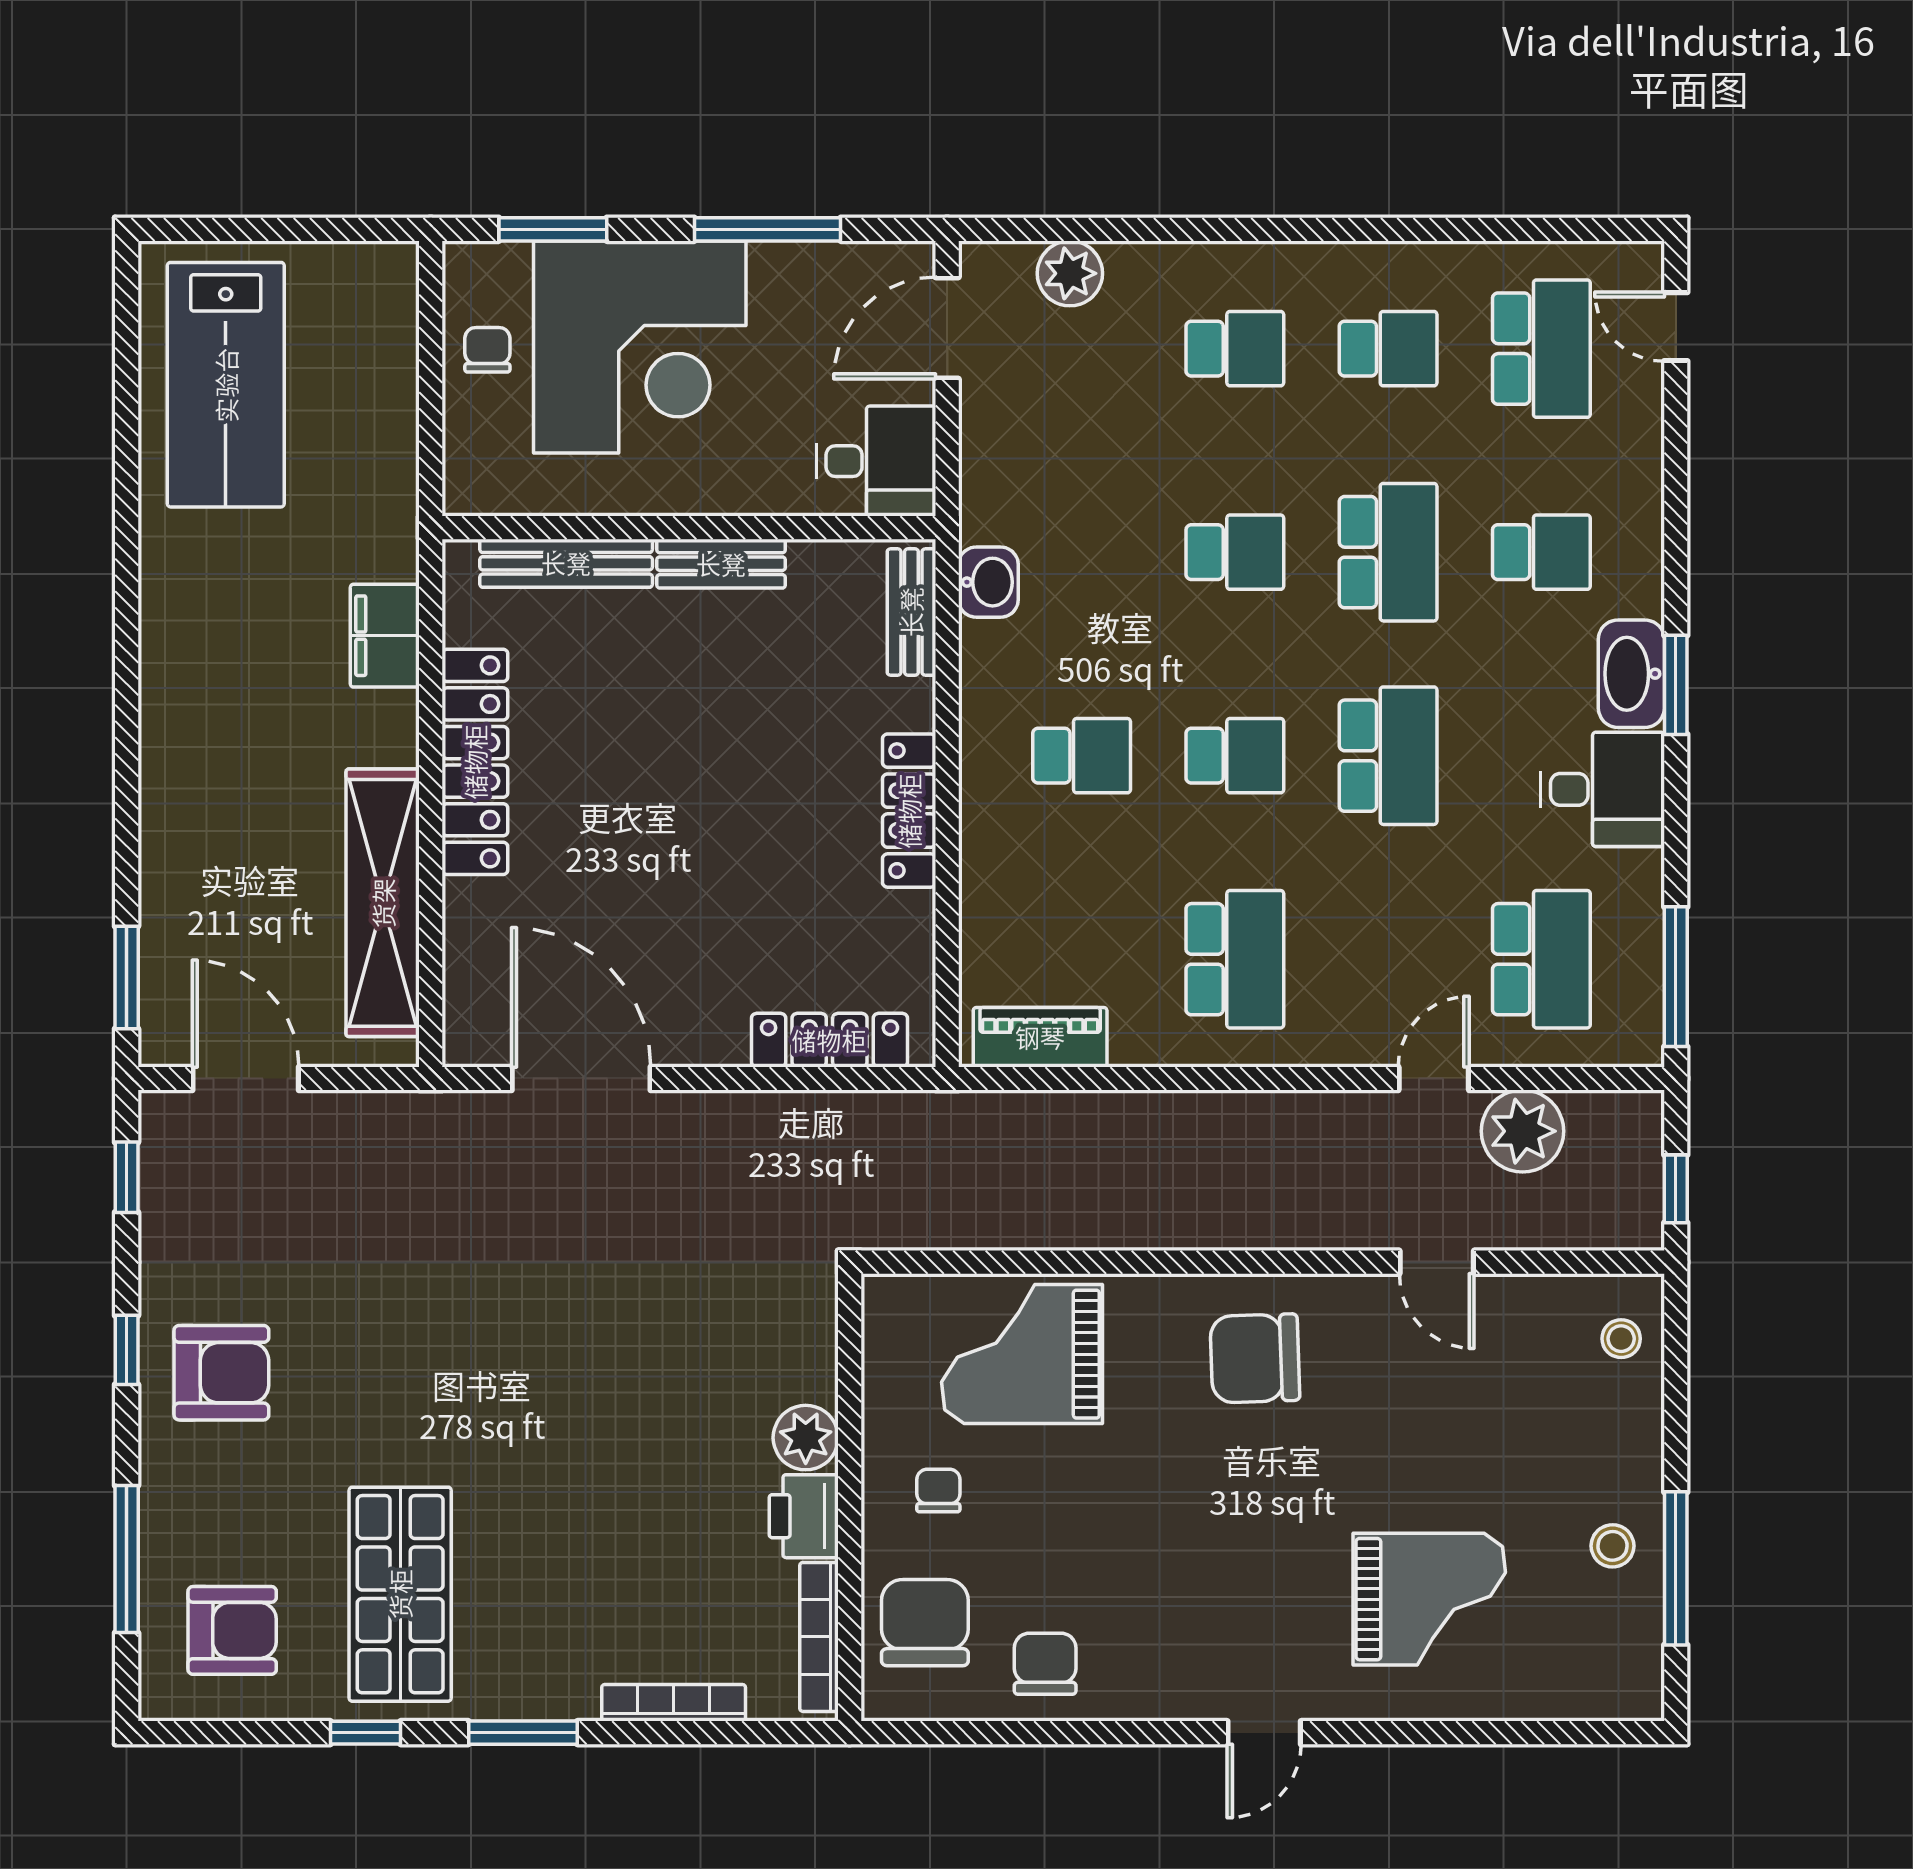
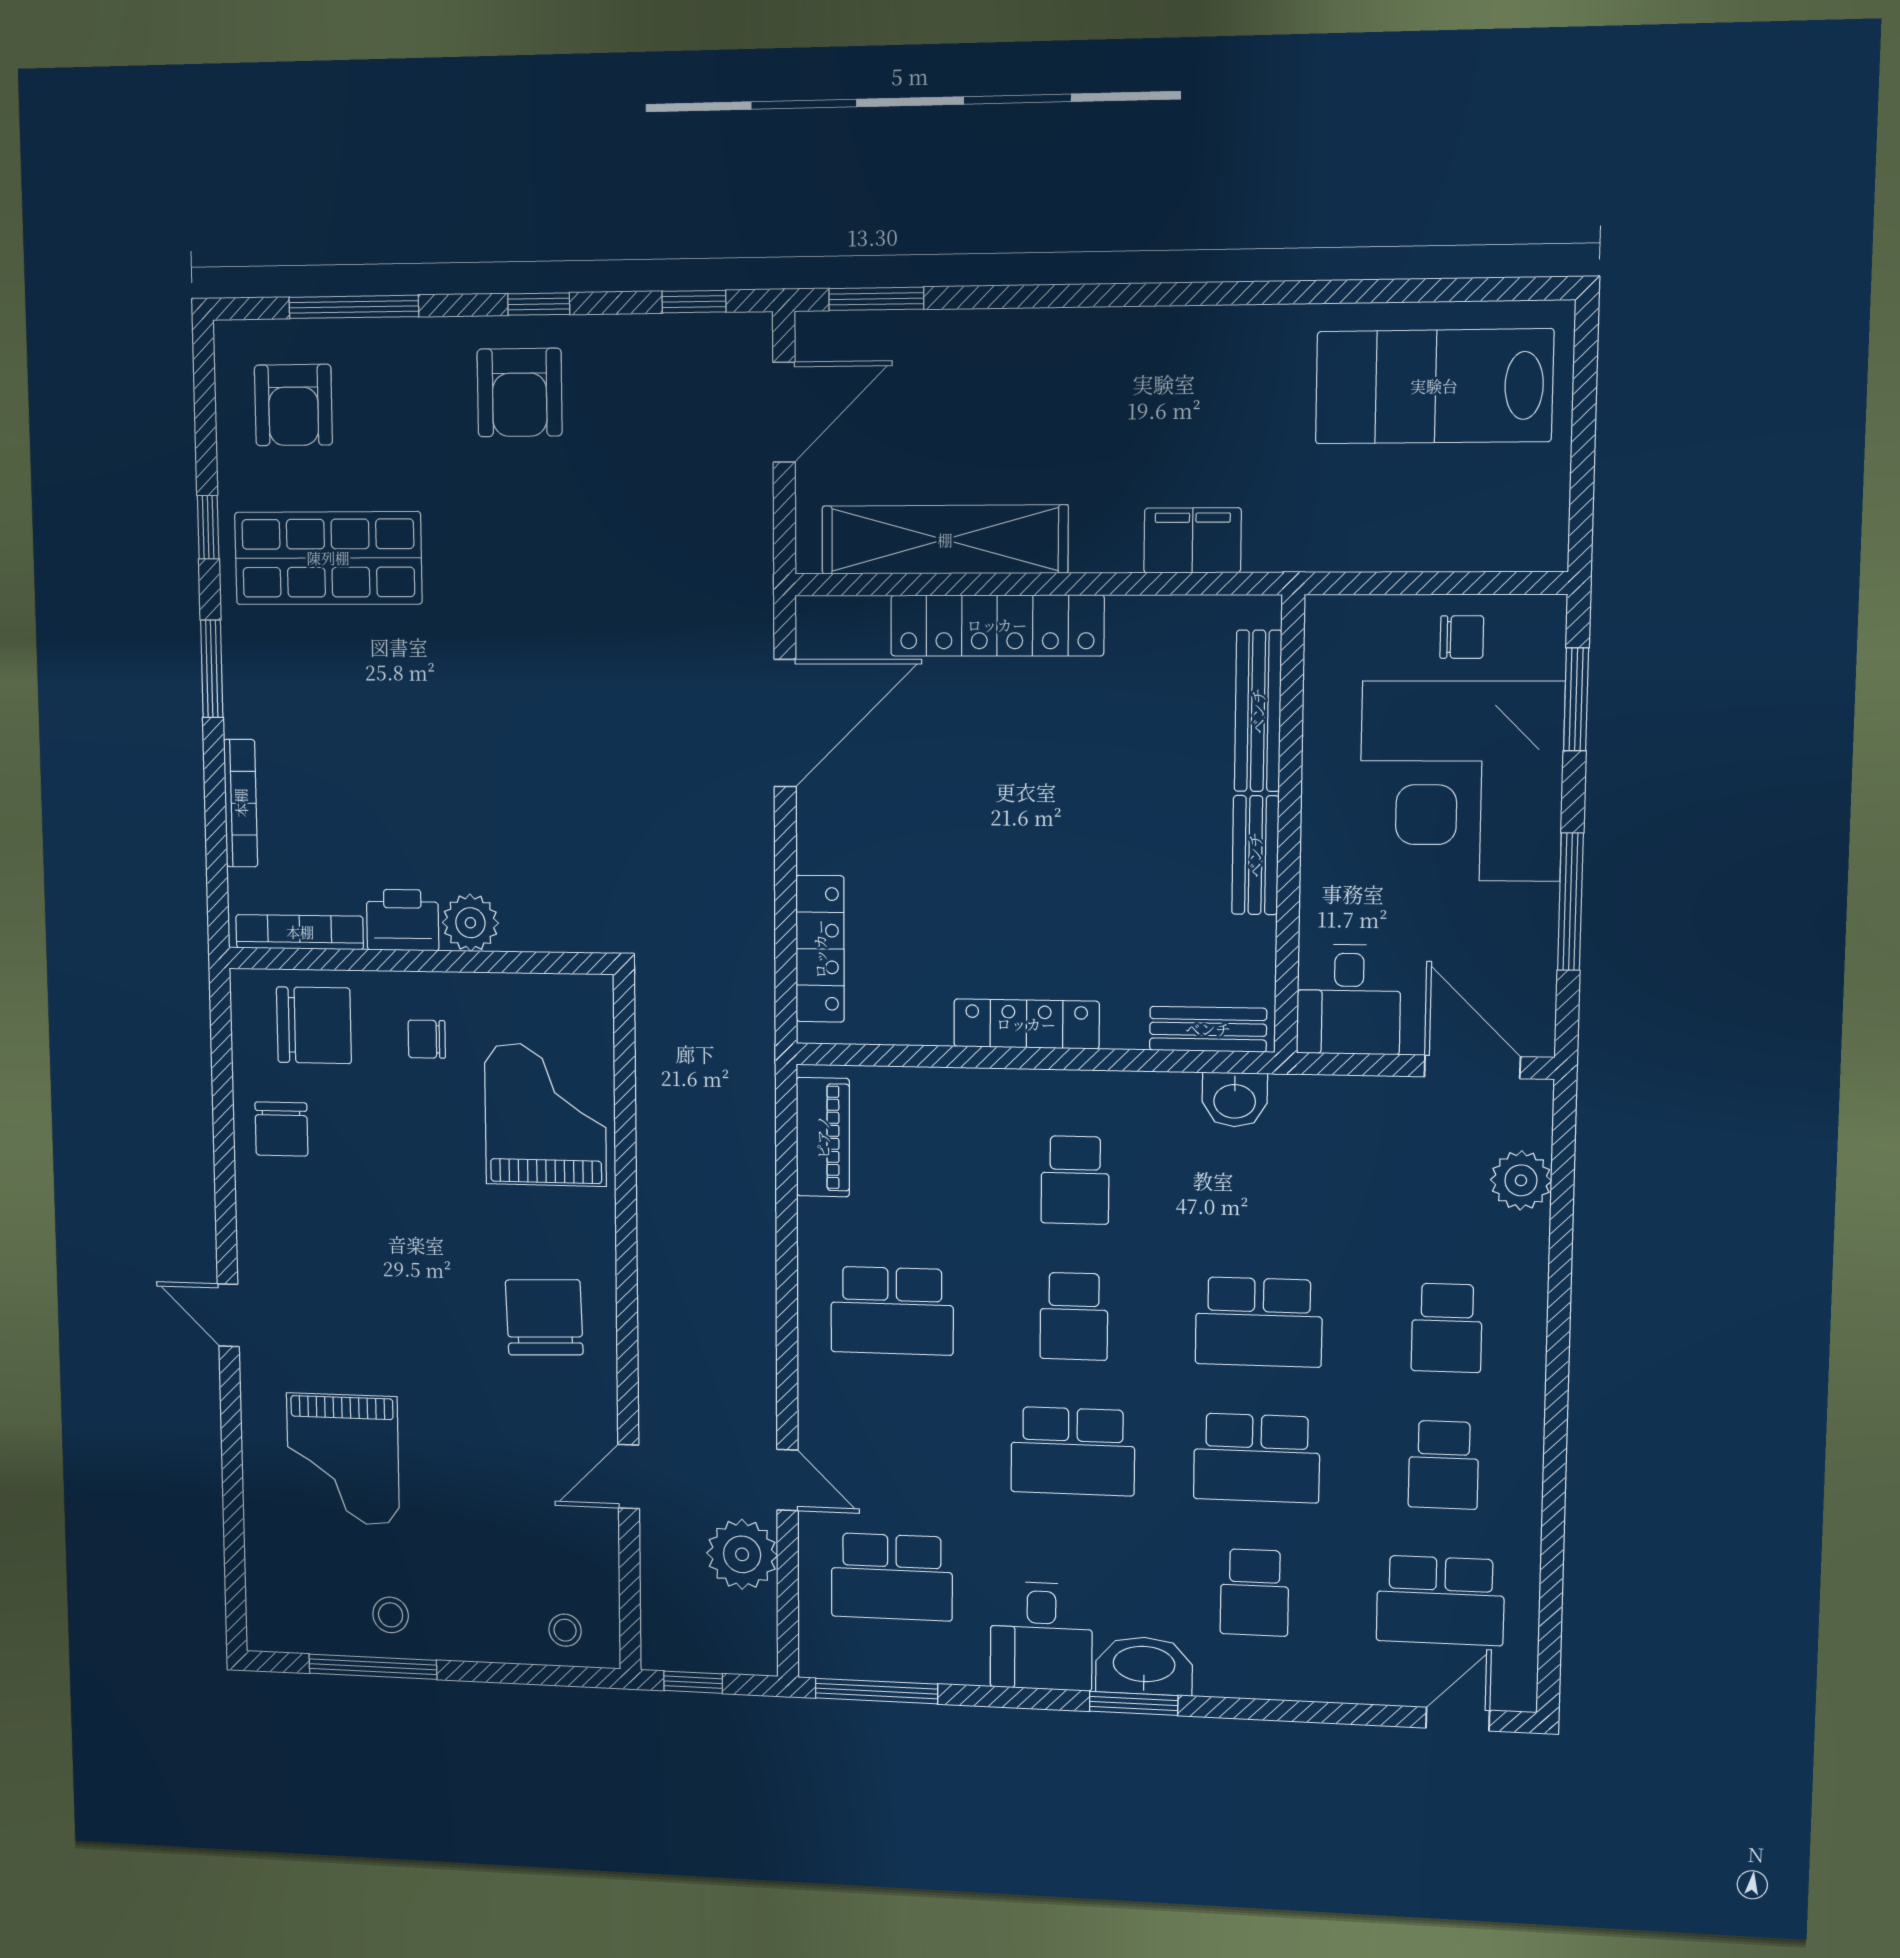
school desk: (1235, 552) -> (1259, 1322), width x1.85
locker: (475, 762) -> (997, 625), moved
chair: (938, 1491) -> (427, 1039), turned 180
chair: (1045, 1664) -> (281, 1129), turned 90

